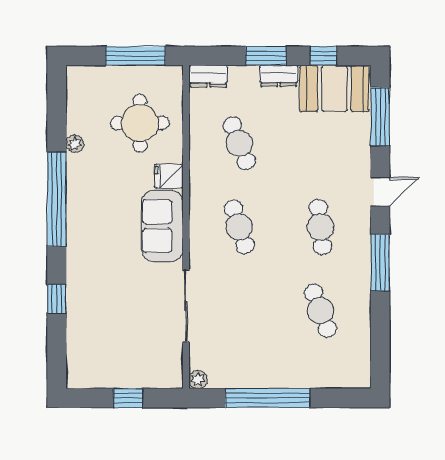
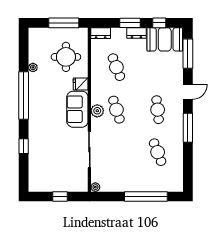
plant: (202, 229) -> (97, 111), added
window: (268, 398) -> (146, 196), moved

